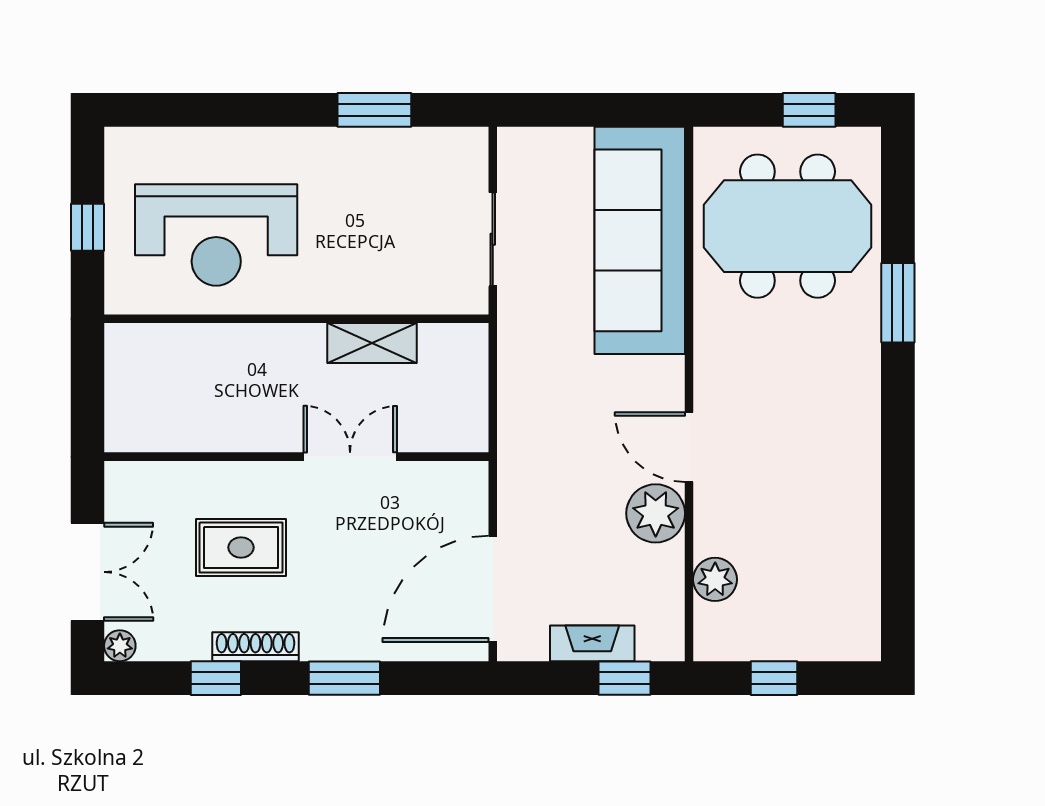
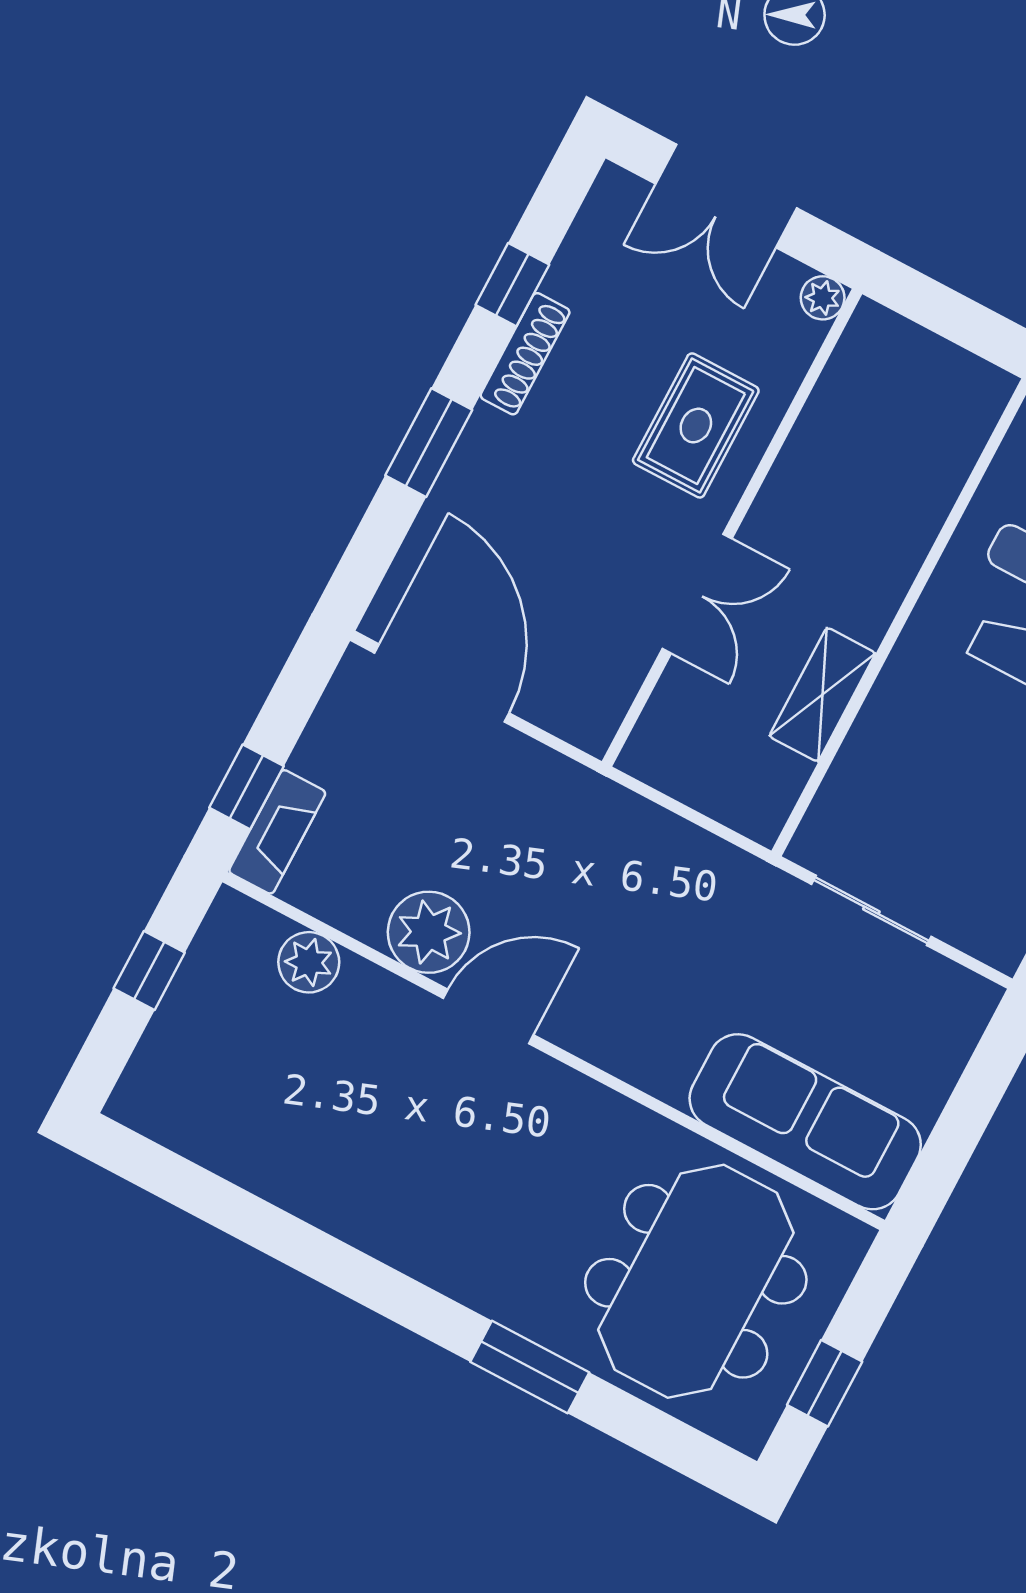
sofa: (640, 240) -> (805, 1122), width x0.74, depth x0.79
rug: (241, 547) -> (696, 425), moved
fireplace: (592, 643) -> (277, 832), moved
plant: (120, 646) -> (823, 298), moved

